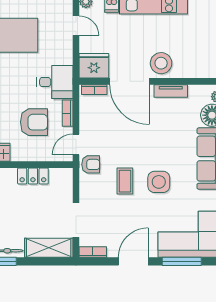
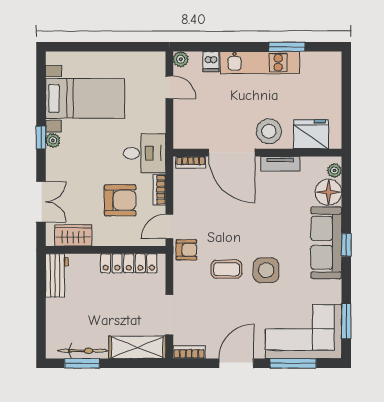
fridge: (94, 66) -> (311, 134), moved
locker: (33, 176) -> (129, 263), width x1.53
coffee table: (125, 181) -> (226, 269), turned 90

